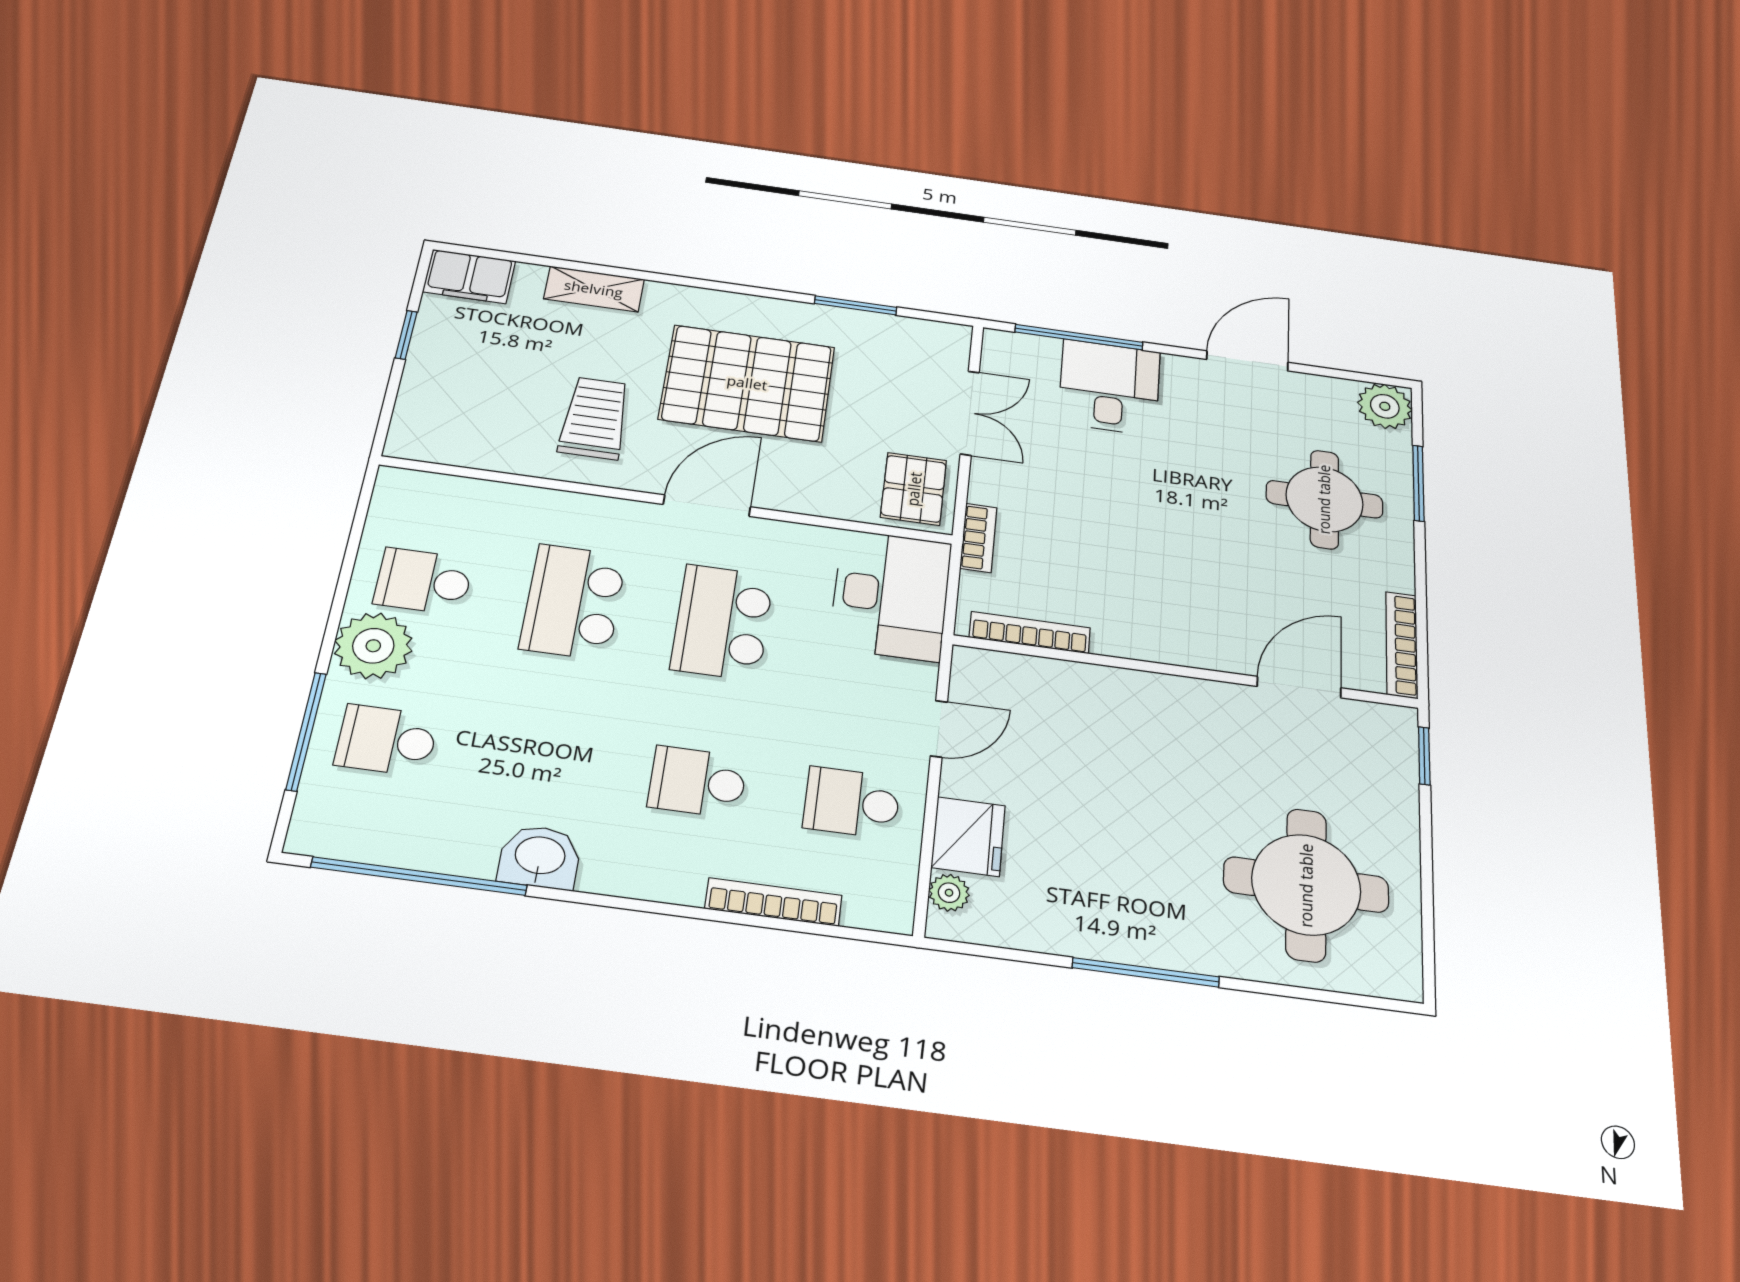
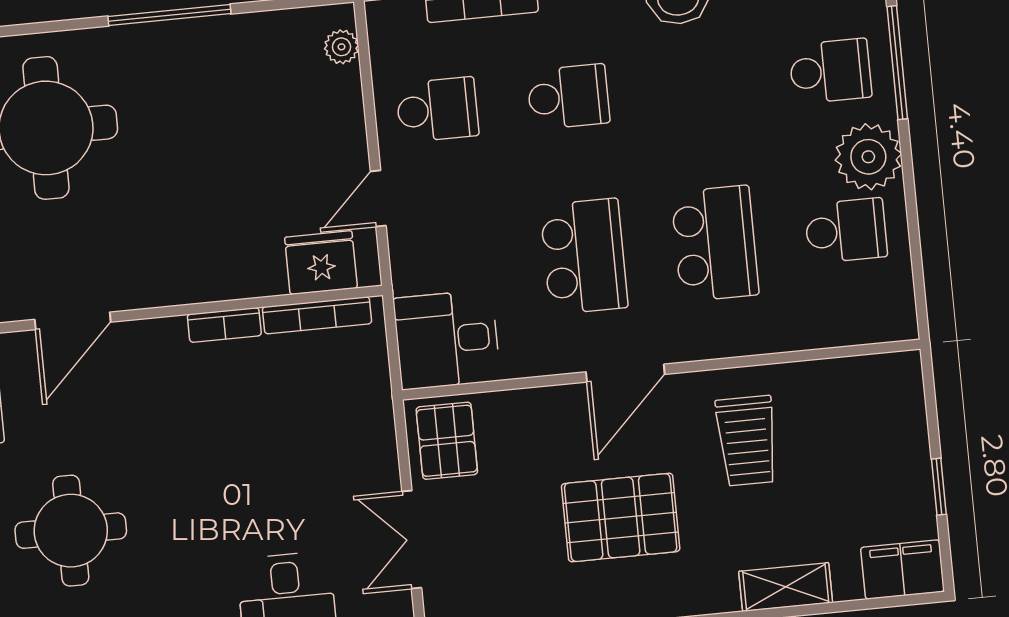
pallet: (747, 383) -> (621, 518), width x0.73, depth x0.71
bookcase: (978, 538) -> (224, 325), moved, turned -90
desk: (891, 595) -> (447, 339), width x0.73
fridge: (968, 836) -> (321, 263), moved, turned 90

